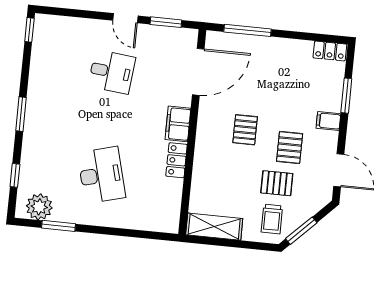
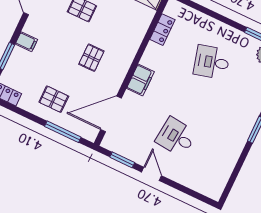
window: (29, 30) -> (227, 191), removed
pallet: (290, 148) -> (54, 99), moved, turned 90
locker: (177, 160) -> (162, 30), moved
desk: (101, 175) -> (212, 62), width x0.73

